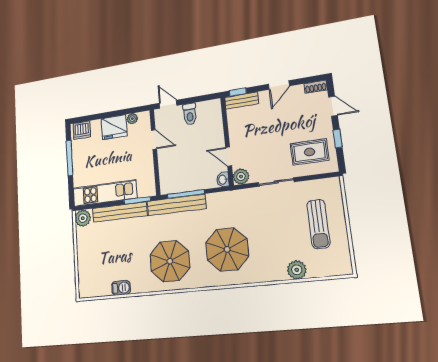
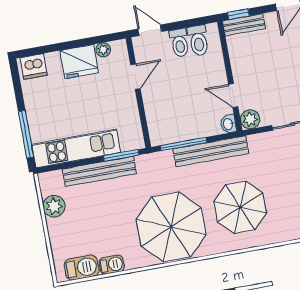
toilet: (204, 112) -> (198, 40), added
door: (154, 140) -> (135, 77), hinge flipped
window: (70, 158) -> (26, 134), moved
bench: (176, 205) -> (211, 151), moved
plant: (83, 218) -> (54, 206), moved
parasol: (170, 261) -> (171, 227), width x1.36, depth x1.36
barbecue: (98, 288) -> (82, 268), added

